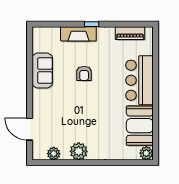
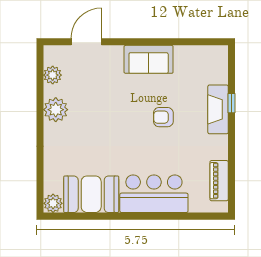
window: (92, 24) -> (232, 103), moved
sofa: (42, 70) -> (149, 59), moved

